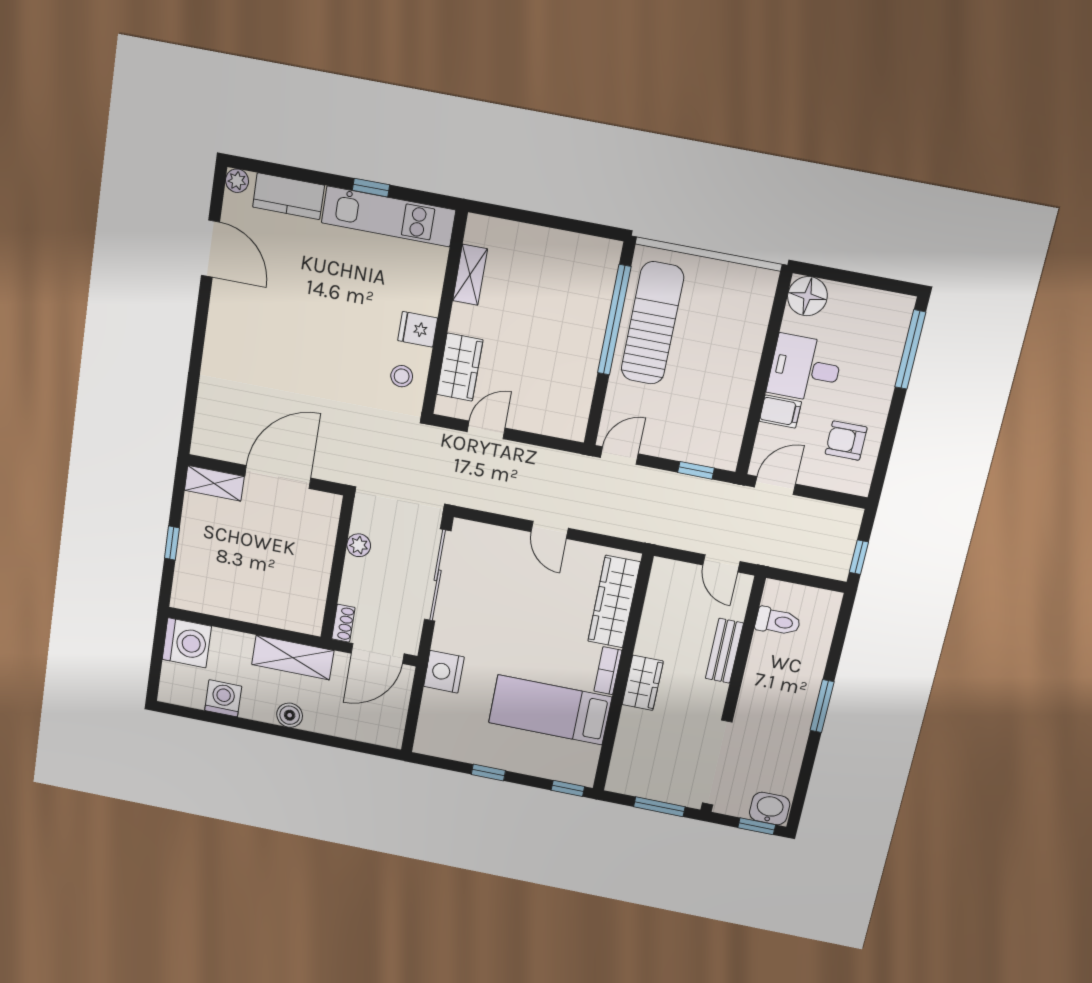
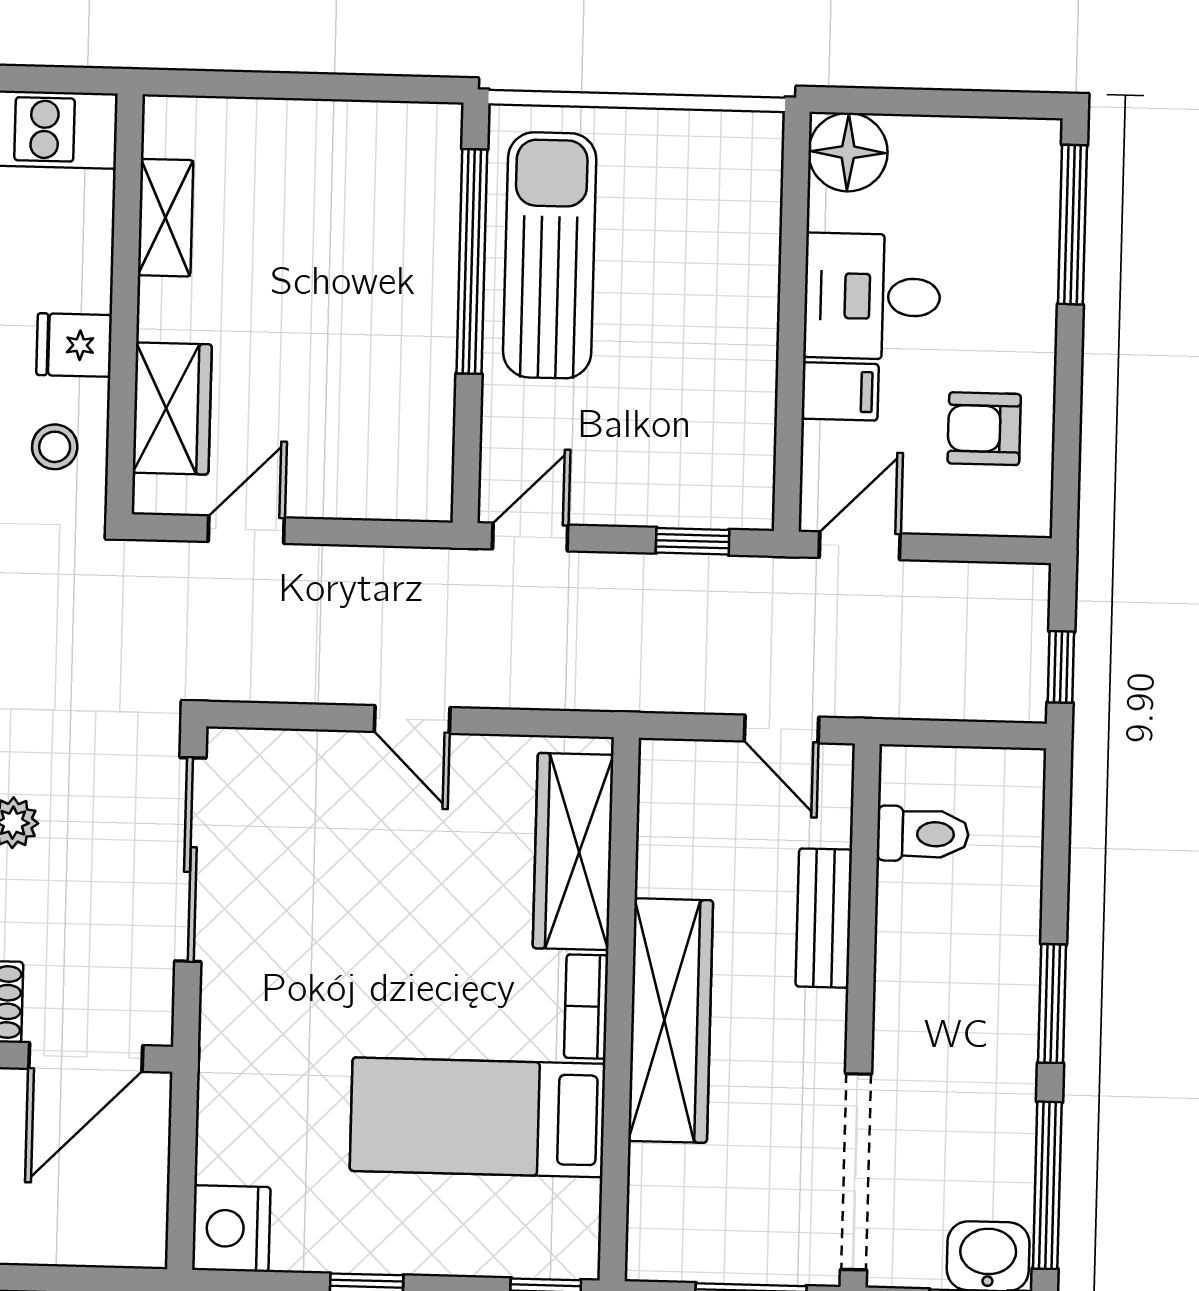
nightstand: (444, 672) -> (231, 1228), moved
wardrobe: (643, 683) -> (671, 1021), width x2.10, depth x1.17
window: (803, 783) -> (1047, 1185), added

